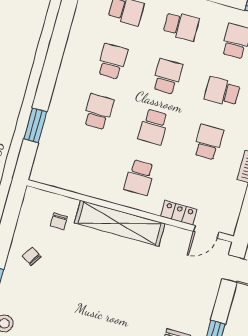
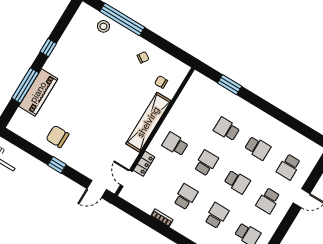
school desk: (98, 112) -> (227, 129), turned 180
school desk: (153, 127) -> (206, 163), turned 90
school desk: (208, 142) -> (186, 197), turned -90

